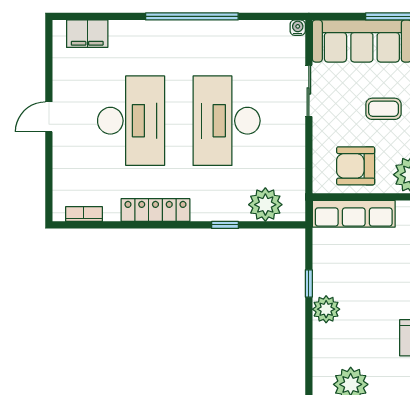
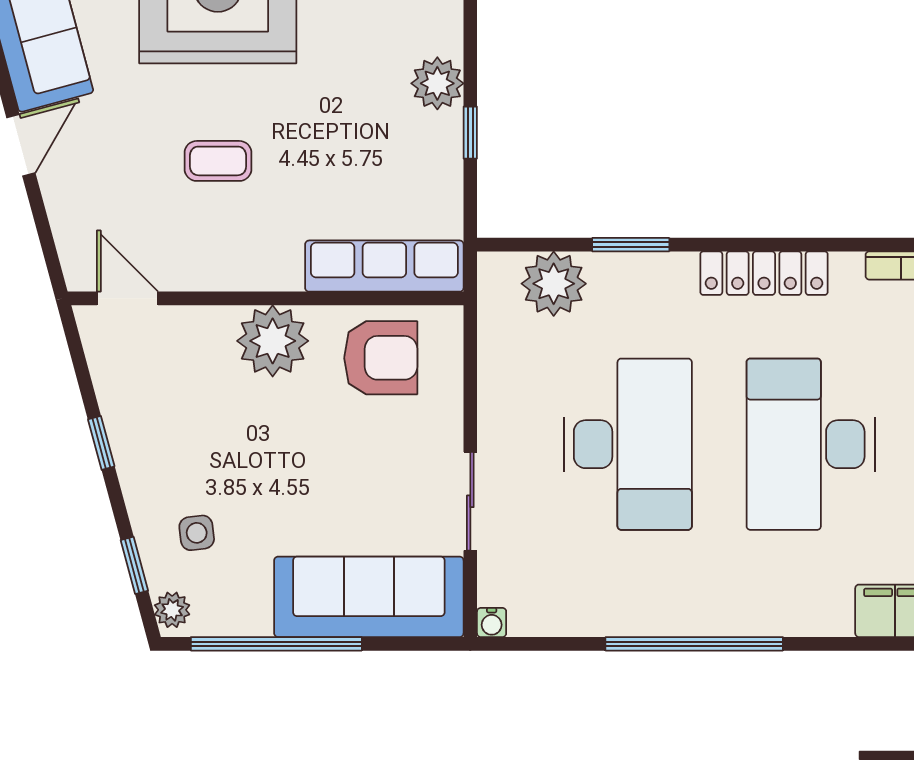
coffee table: (383, 109) -> (327, 467), removed
window: (225, 225) -> (631, 245), width x1.50

